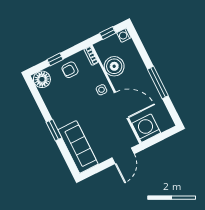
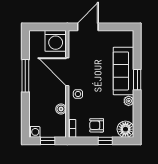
boiler: (114, 66) -> (61, 109), width x0.54, depth x0.54
armchair: (70, 70) -> (97, 125), turned 180
plant: (52, 107) -> (129, 101), added
sofa: (78, 147) -> (123, 71), moved

